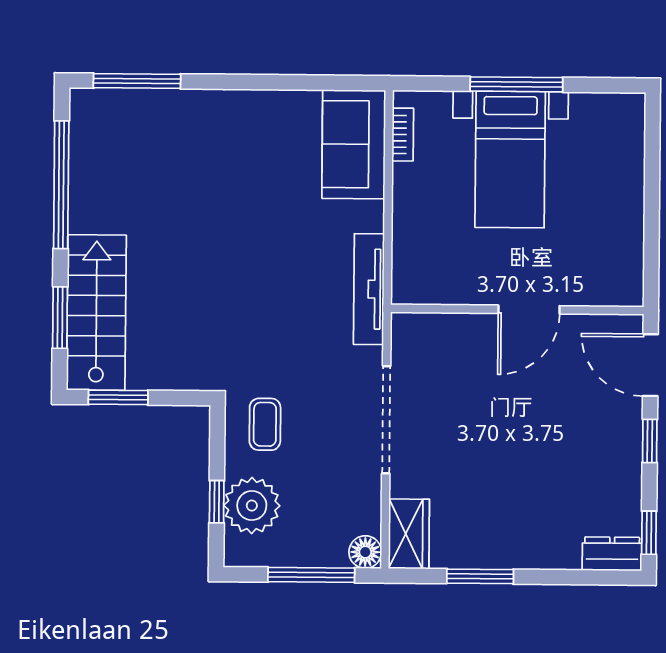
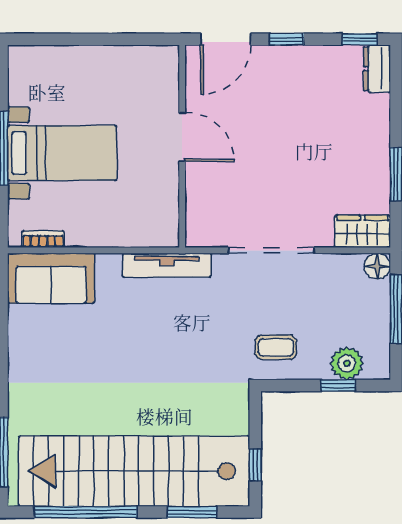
stairs: (96, 313) -> (134, 471), width x1.86, depth x1.51
window: (118, 397) -> (255, 465), width x0.67
plant: (252, 506) -> (347, 363), width x0.73, depth x0.73

